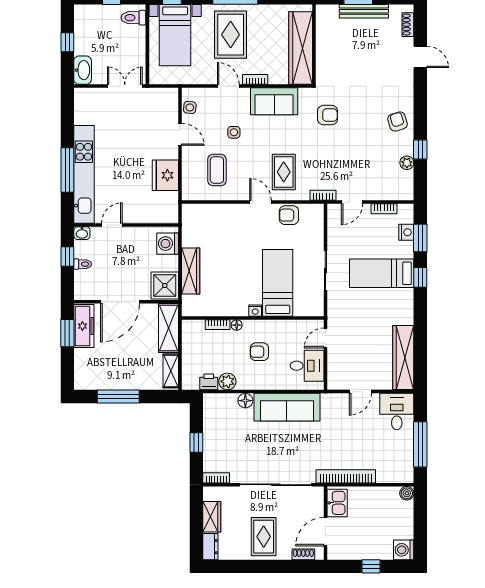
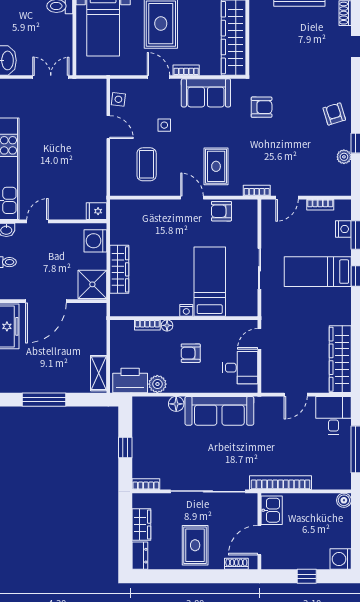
fridge: (165, 175) -> (96, 211), moved, width x0.53, depth x0.75
shelving: (169, 328) -> (96, 328), removed
printer: (209, 382) -> (130, 381), width x1.87, depth x1.48

